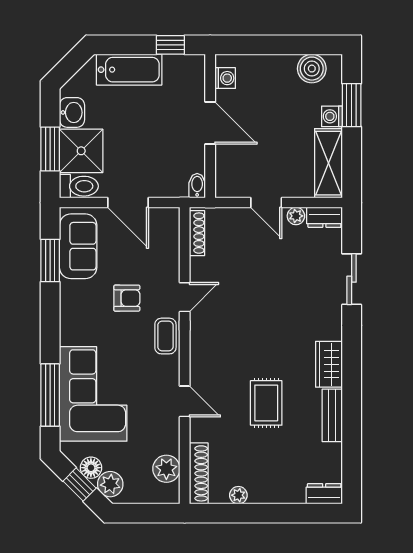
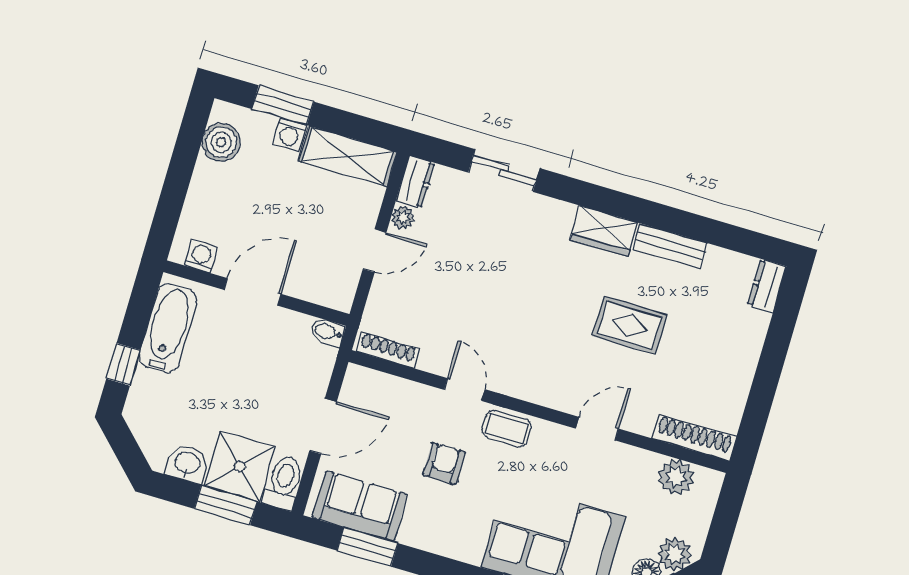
window: (170, 45) -> (123, 364), moved
bathtub: (129, 70) -> (168, 328), moved
plant: (238, 495) -> (737, 395), removed

